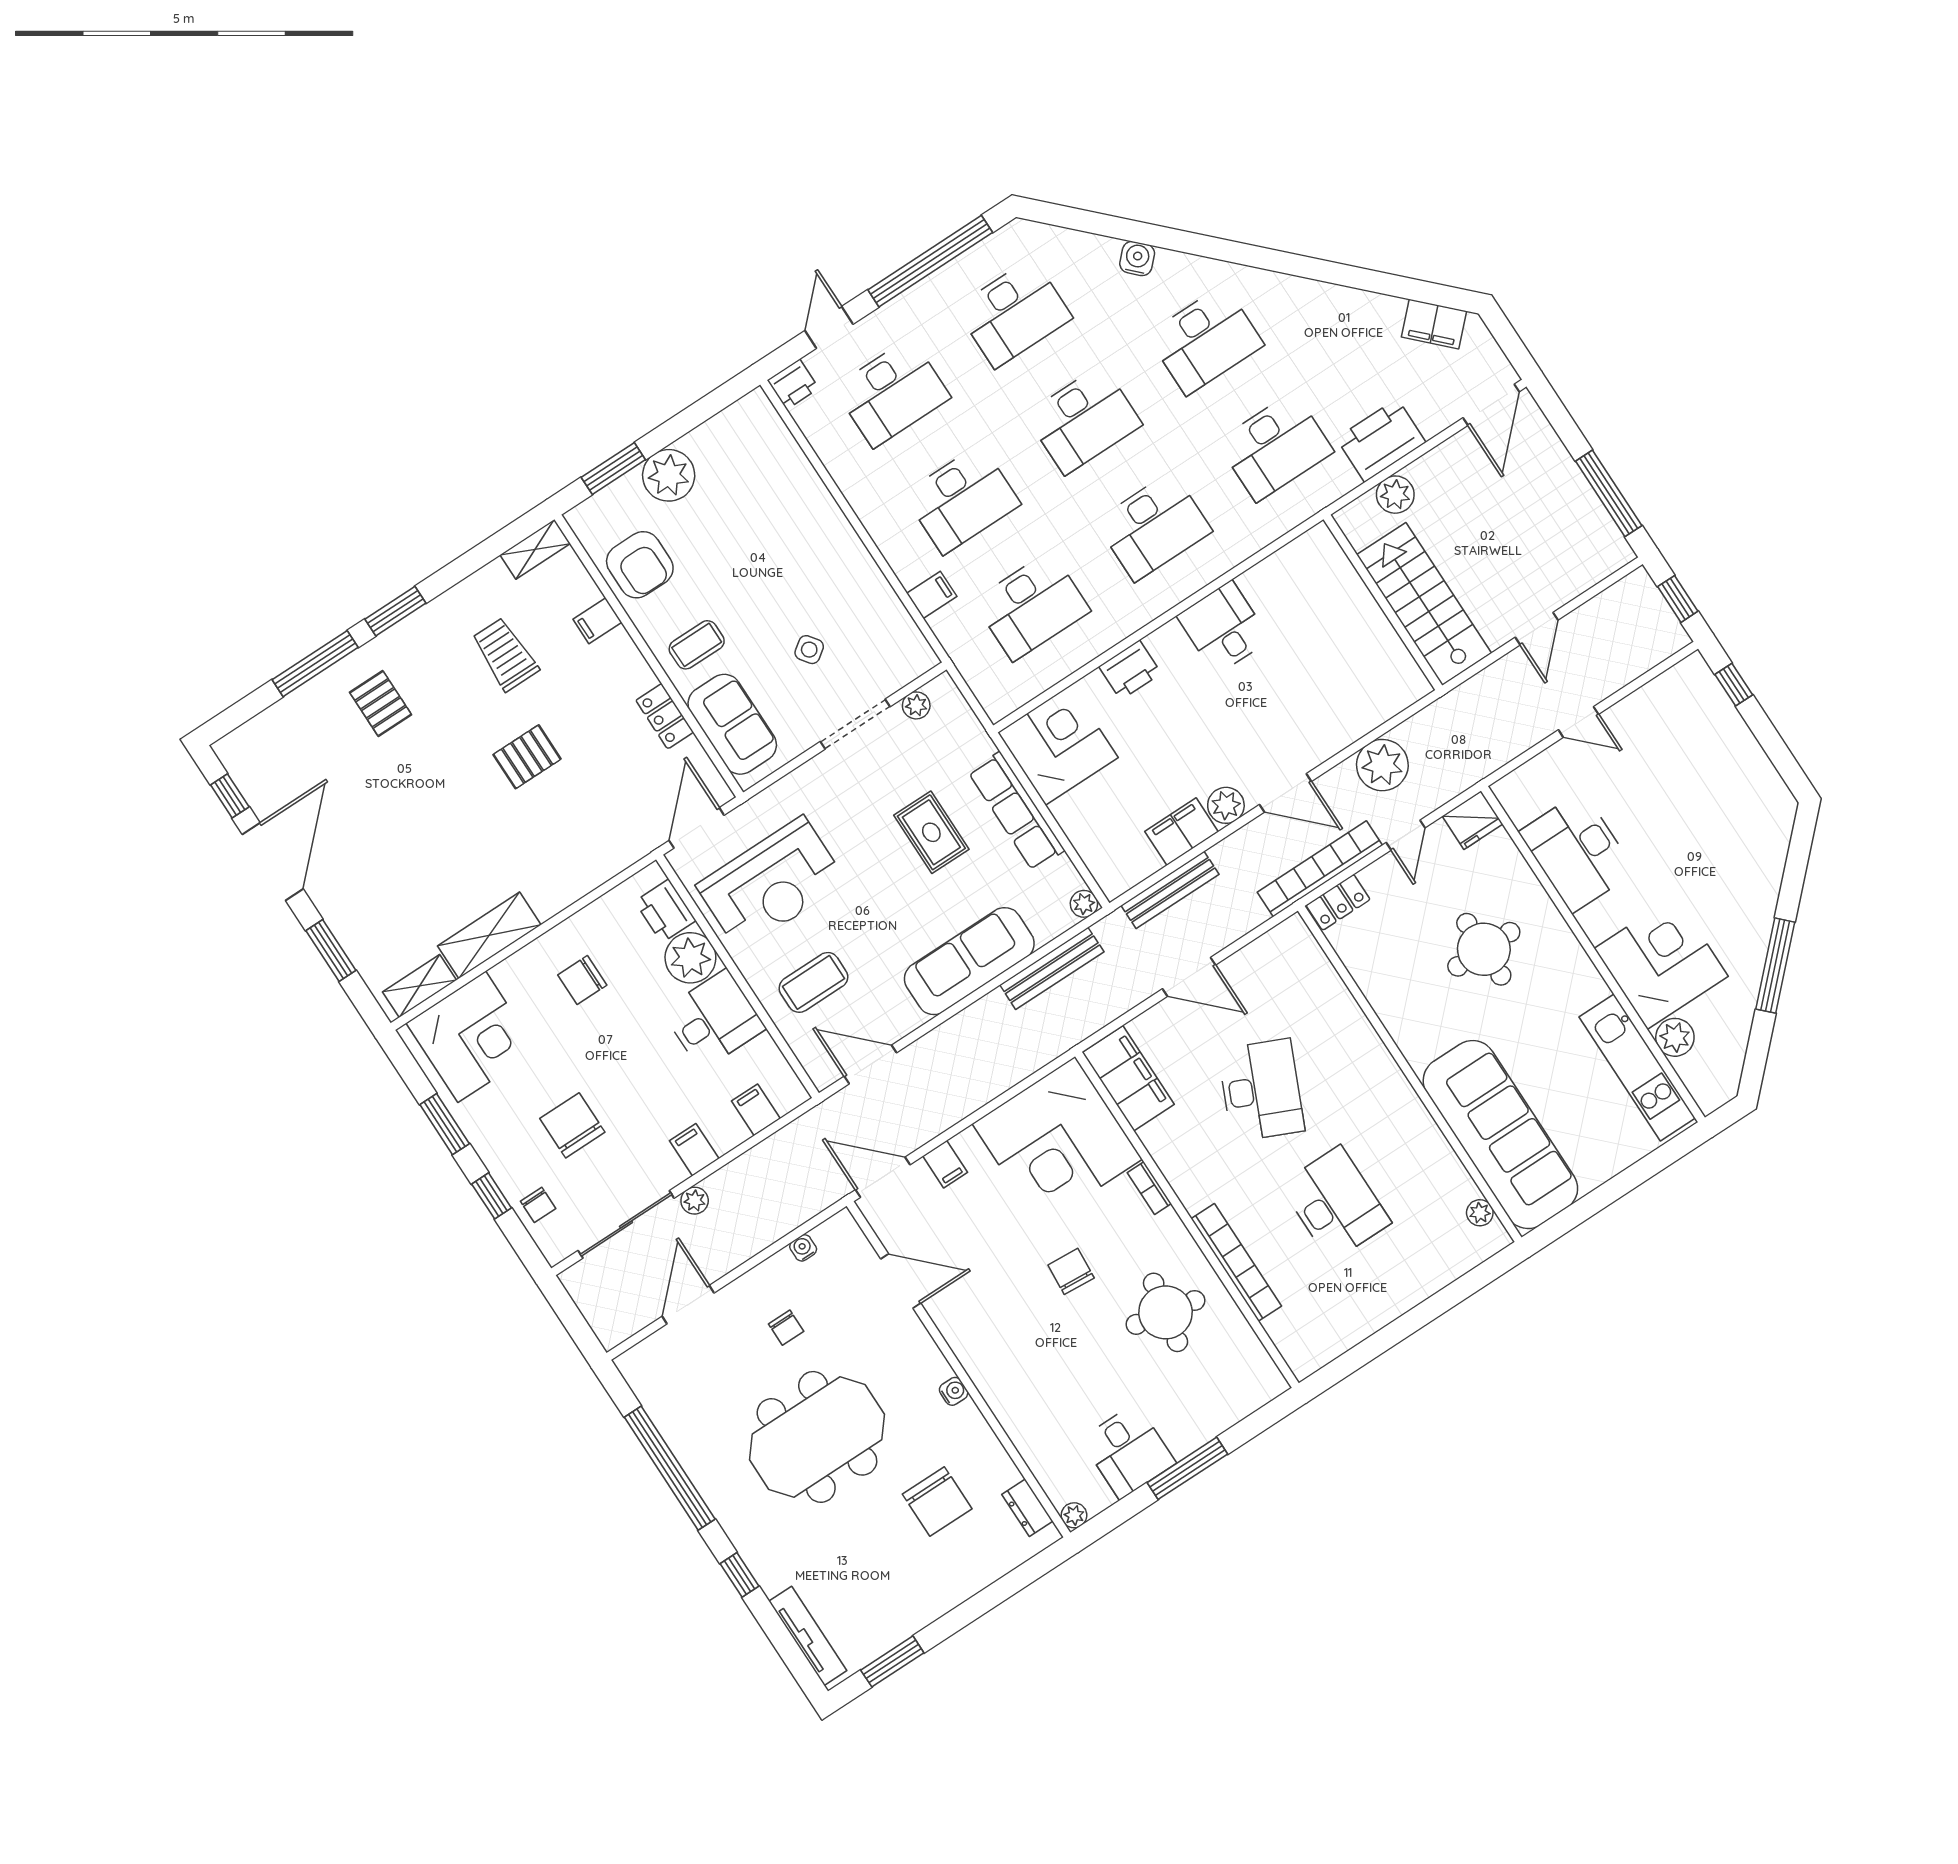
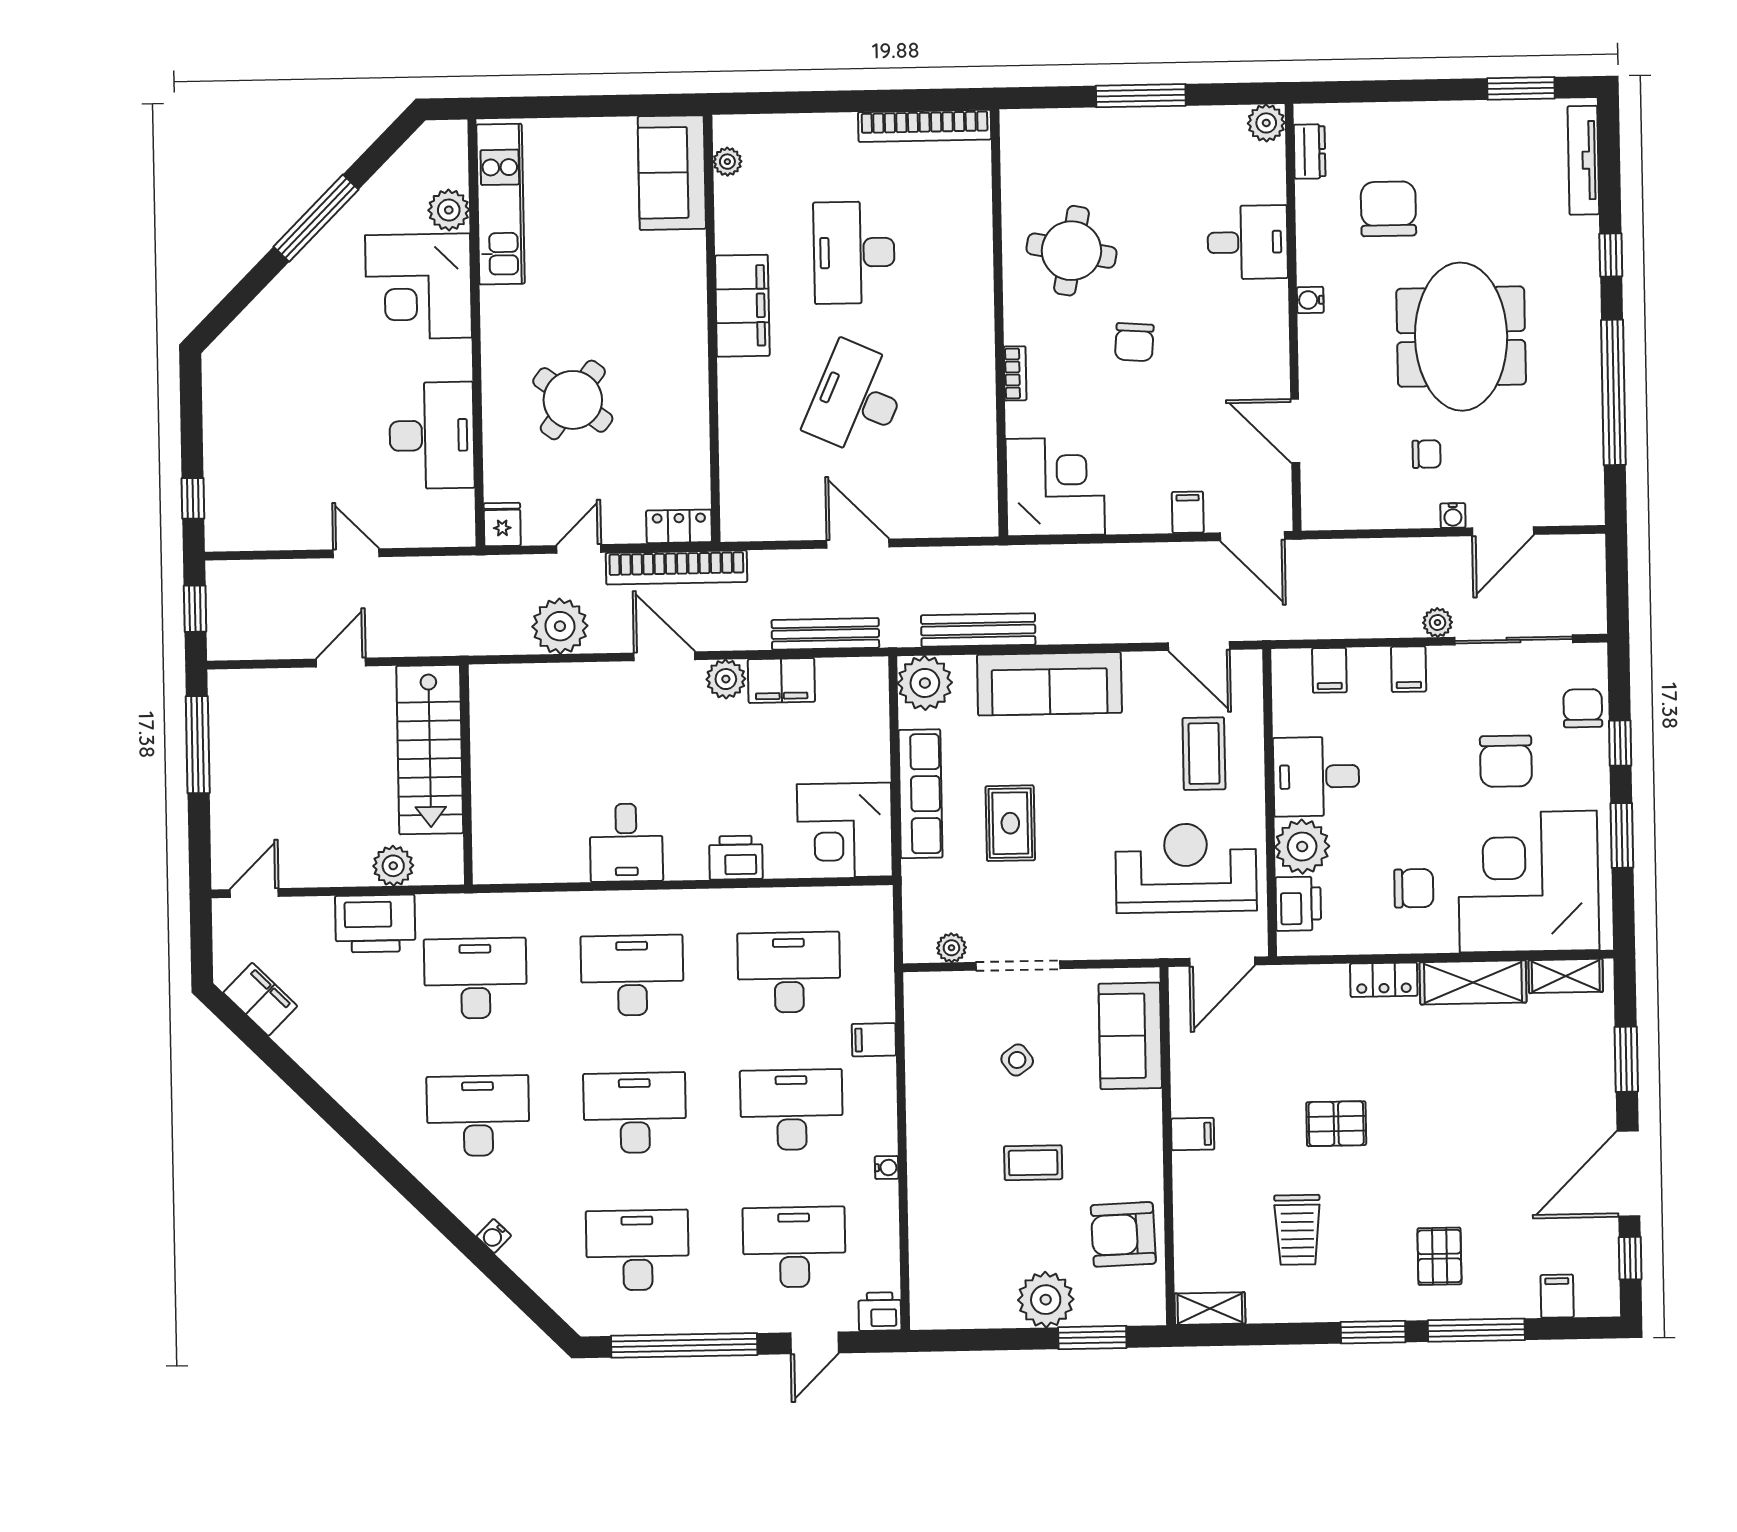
water cooler: (1137, 259) -> (494, 1236), width x0.72, depth x0.72
door: (1491, 405) -> (254, 893), width x0.73
water cooler: (859, 501) -> (887, 1168), added
armchair: (640, 565) -> (1123, 1234), turned -92
filing cabinet: (597, 621) -> (1193, 1134), moved
coffee table: (697, 645) -> (1033, 1163), moved
locker: (665, 716) -> (1384, 980), moved, turned 90
filing cabinet: (268, 730) -> (1557, 1296), added
fridge: (1472, 820) -> (502, 524), width x0.72
plant: (1084, 904) -> (925, 683), width x1.87, depth x1.87
round table: (1484, 949) -> (573, 400), turned 37
coffee table: (813, 982) -> (1204, 754), turned 90
corner desk: (472, 1037) -> (1528, 882), width x1.36, depth x1.36
filing cabinet: (1128, 1078) -> (742, 306), moved, turned 180
sofa: (1500, 1135) -> (672, 173), width x0.54, depth x0.79
corner desk: (1057, 1142) -> (1055, 487), width x0.74, depth x0.74
chair: (538, 1205) -> (1583, 708), width x1.37, depth x1.37
water cooler: (803, 1248) -> (1453, 515), moved
bookcase: (1236, 1262) -> (925, 126), moved, turned -90
chair: (786, 1328) -> (1427, 454), turned 90
meeting table: (817, 1437) -> (1461, 337), turned 90
desk: (1128, 1451) -> (1248, 242), moved, turned 90
plant: (1074, 1515) -> (1266, 123), width x1.38, depth x1.38

